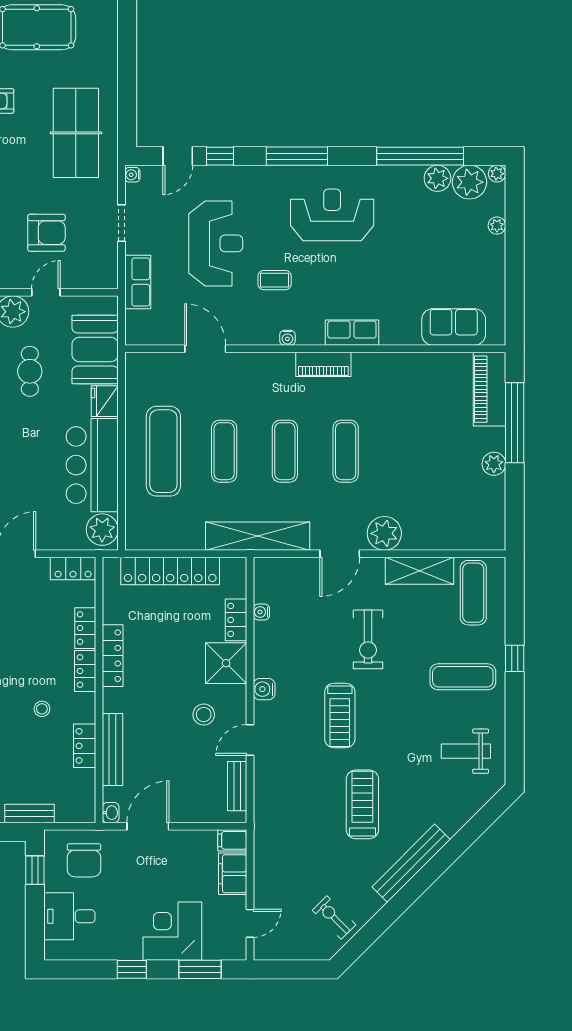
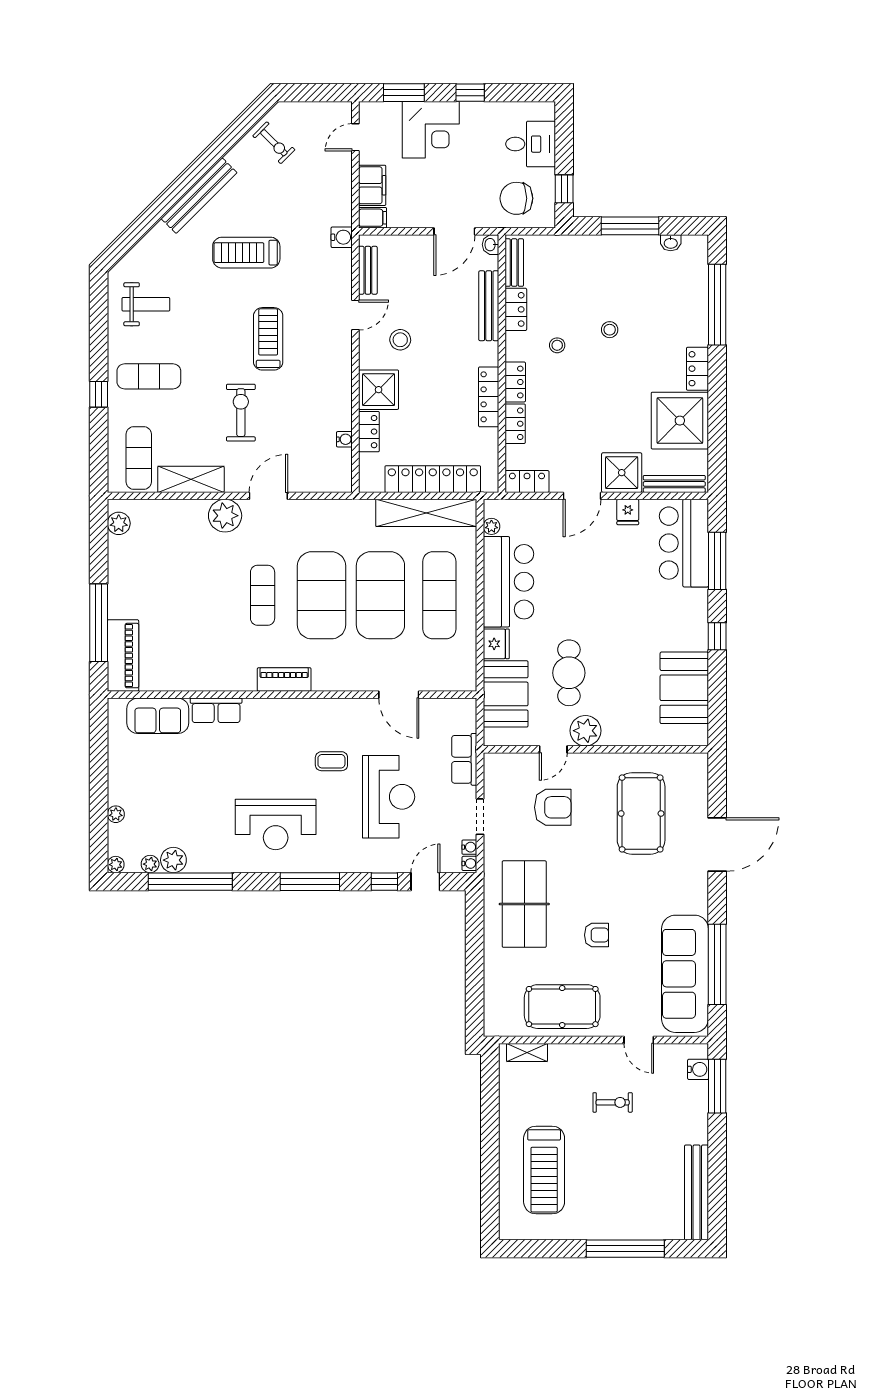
plant: (470, 182) -> (150, 864), width x0.53, depth x0.53
armchair: (46, 233) -> (553, 807), turned 180
reception desk: (216, 243) -> (389, 797), turned 180
row of seats: (352, 333) -> (216, 710), moved
water cooler: (287, 338) -> (469, 847), moved, turned 90
cafe table: (30, 371) -> (569, 673), width x1.37, depth x1.35
exercise mat: (224, 451) -> (380, 595), width x2.00, depth x1.45
exercise mat: (285, 451) -> (321, 595), width x2.00, depth x1.45
plant: (494, 464) -> (119, 523), moved
plant: (102, 530) -> (491, 526), width x0.53, depth x0.53
shelving: (258, 536) -> (426, 513), moved
water cooler: (264, 689) -> (342, 237), moved
treadmill: (362, 804) -> (246, 253), turned 90
bench: (30, 813) -> (514, 263), moved, turned 90
chair: (84, 860) -> (516, 198), turned -90

